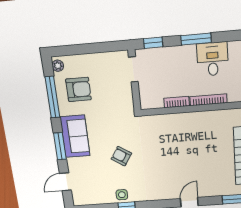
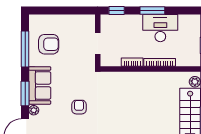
desk: (213, 59) -> (160, 28), width x1.37
plant: (58, 66) -> (34, 110), moved
doorway: (133, 69) -> (98, 44), moved
armchair: (121, 156) -> (79, 107), turned 57

